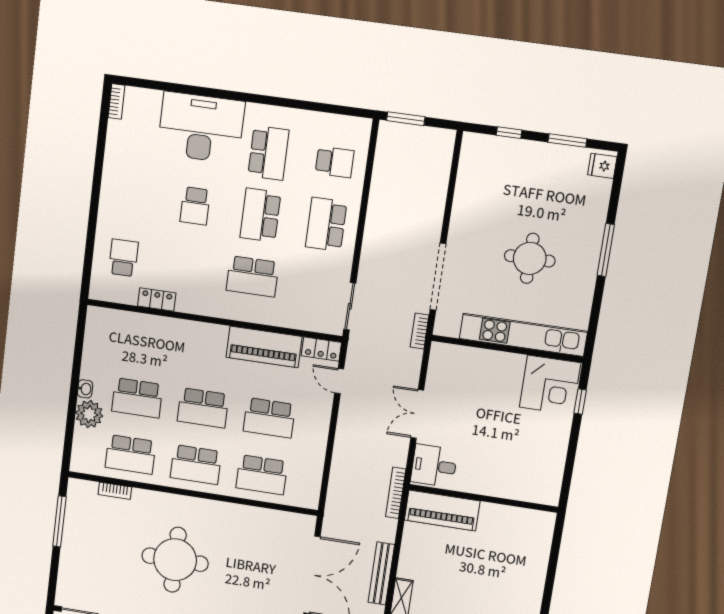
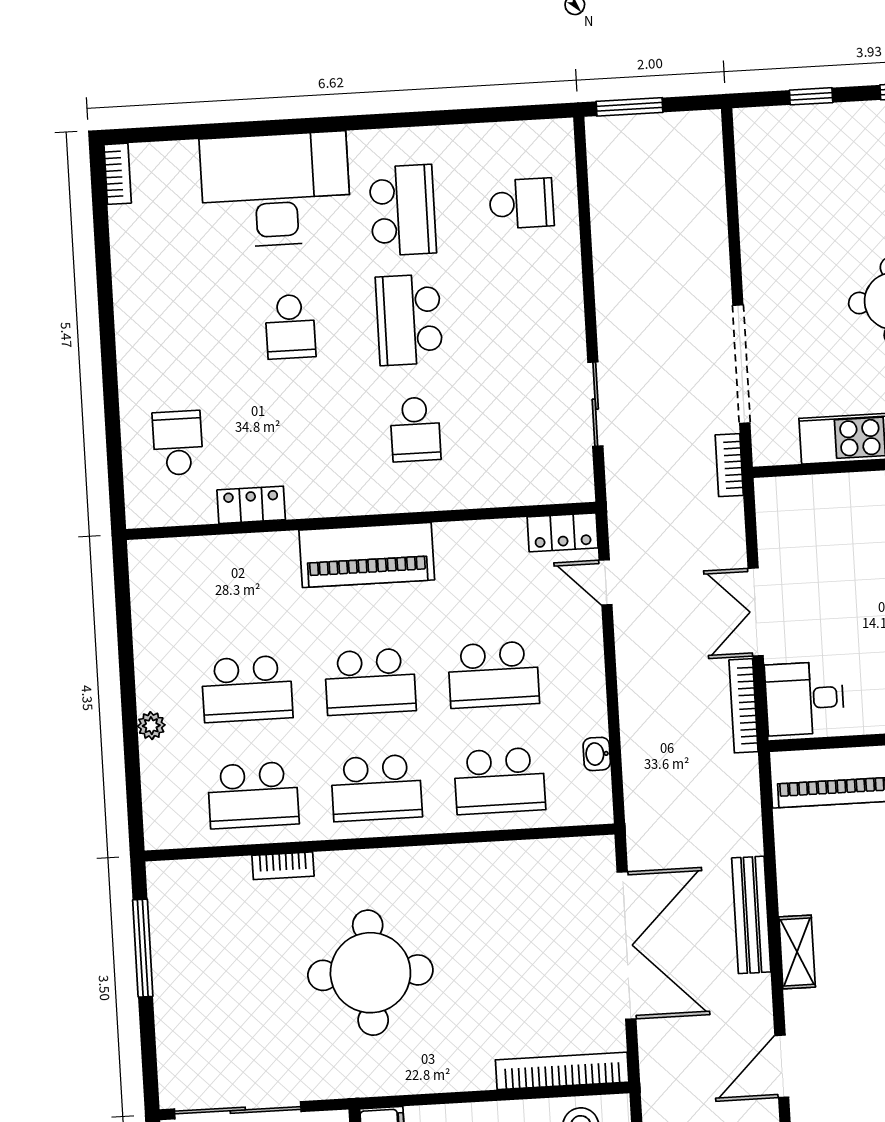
school desk: (326, 224) -> (528, 313), removed
school desk: (252, 276) -> (415, 429), width x0.54
sliding door: (350, 306) -> (595, 404), moved
piano: (264, 347) -> (367, 555), moved
washbasin: (85, 389) -> (597, 754), moved, turned 180
plant: (89, 414) -> (151, 726), width x0.53, depth x0.53
bookcase: (115, 491) -> (283, 866), moved
bookcase: (396, 493) -> (744, 706), moved

